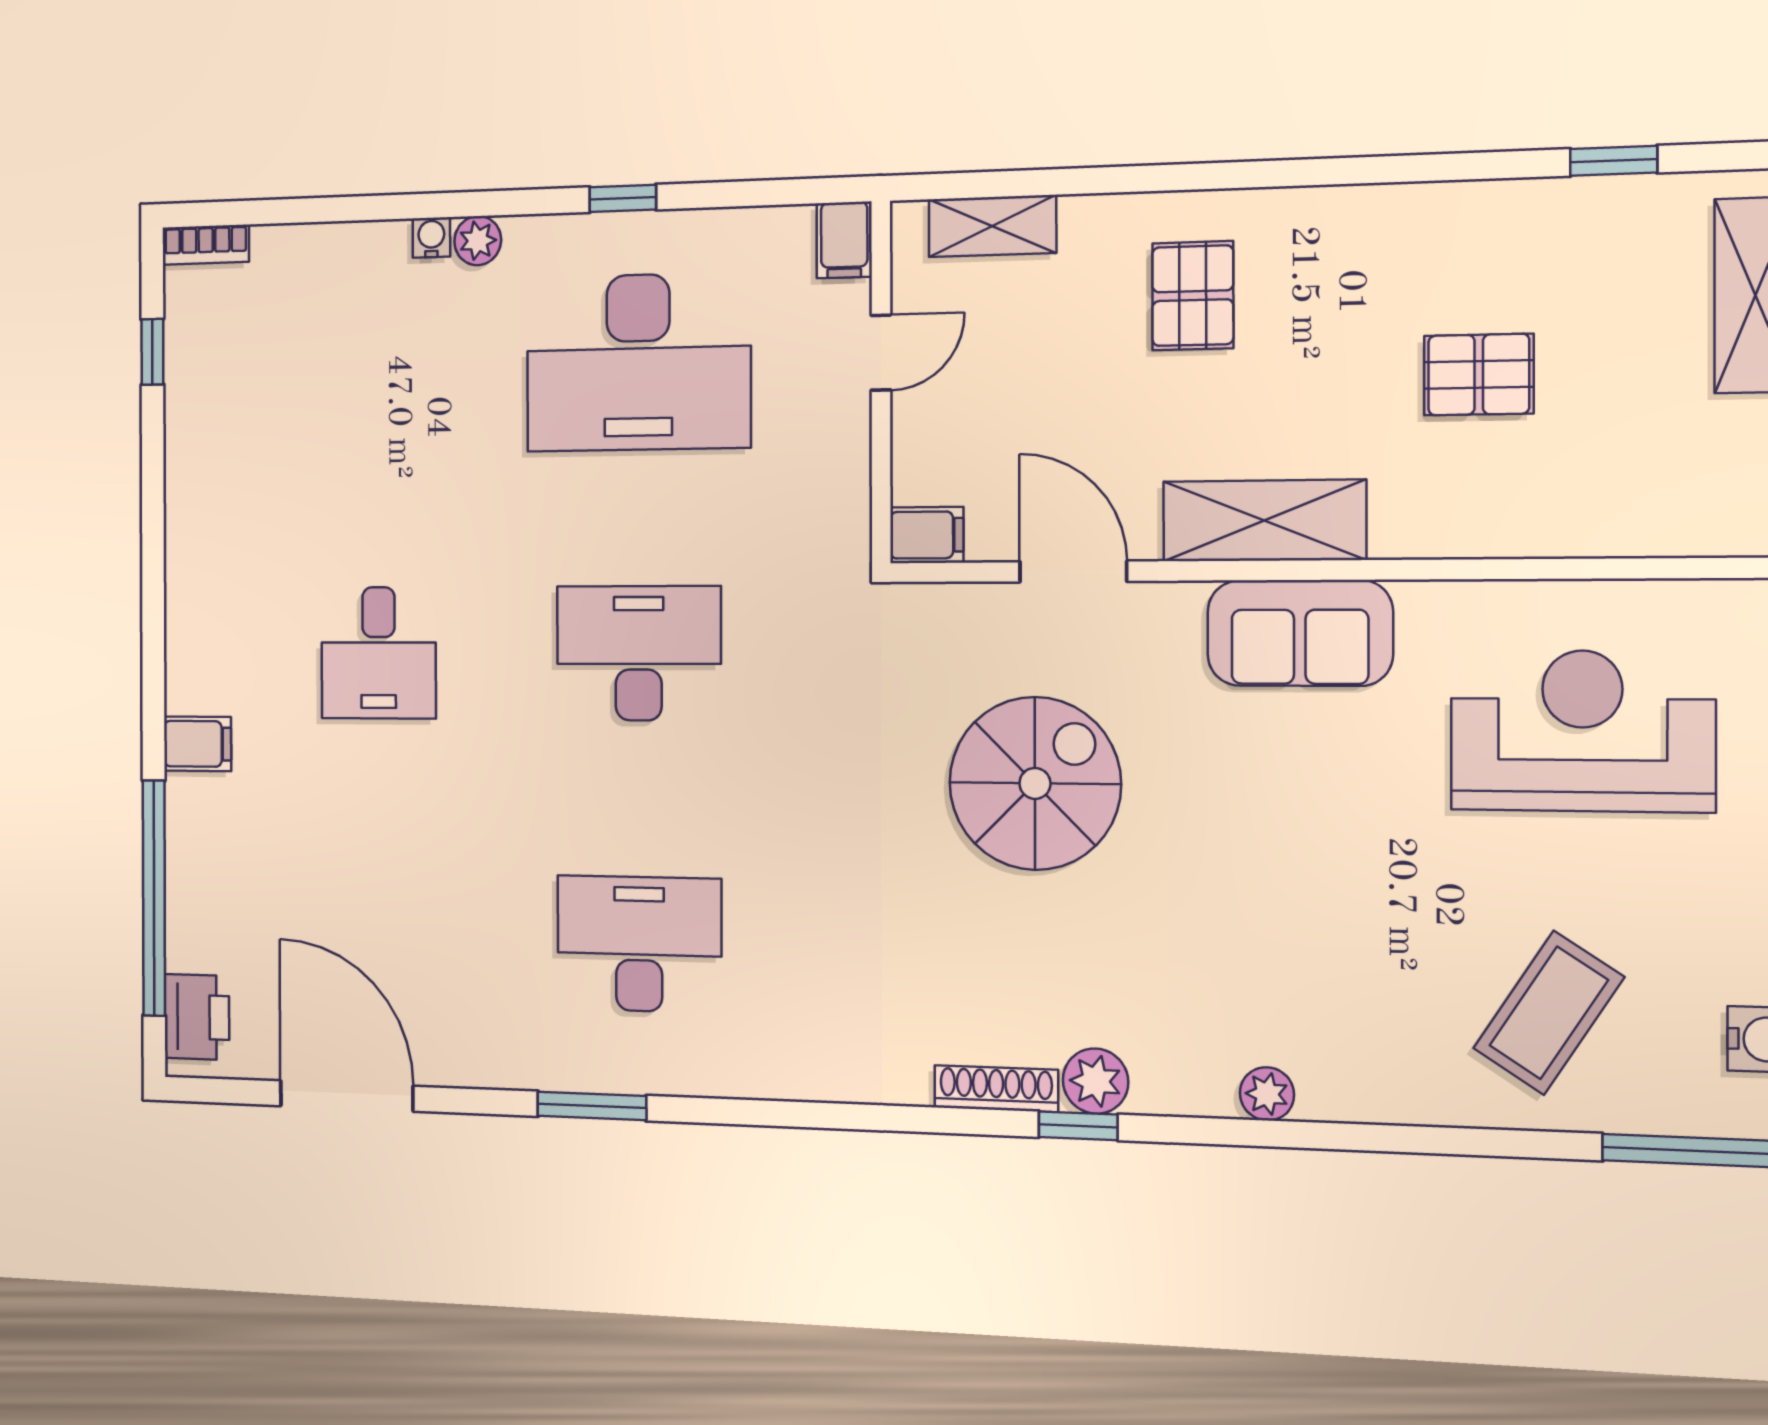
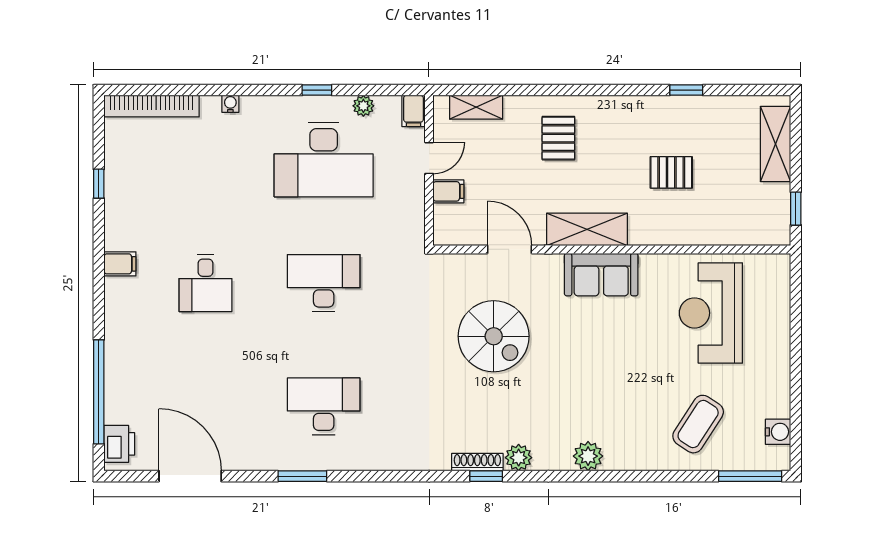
window: (1614, 161) -> (686, 90), moved
plant: (478, 241) -> (363, 106), moved
bookcase: (206, 245) -> (152, 106), width x2.31, depth x1.31
window: (152, 352) -> (99, 184), moved
filing cabinet: (927, 535) -> (448, 191), moved
reception desk: (1582, 731) -> (711, 313), turned -90
filing cabinet: (198, 744) -> (120, 264), moved
spiral stairs: (1035, 783) -> (494, 336), turned 90
plant: (1267, 1094) -> (588, 456), width x1.38, depth x1.38
window: (1078, 1126) -> (486, 476), moved

